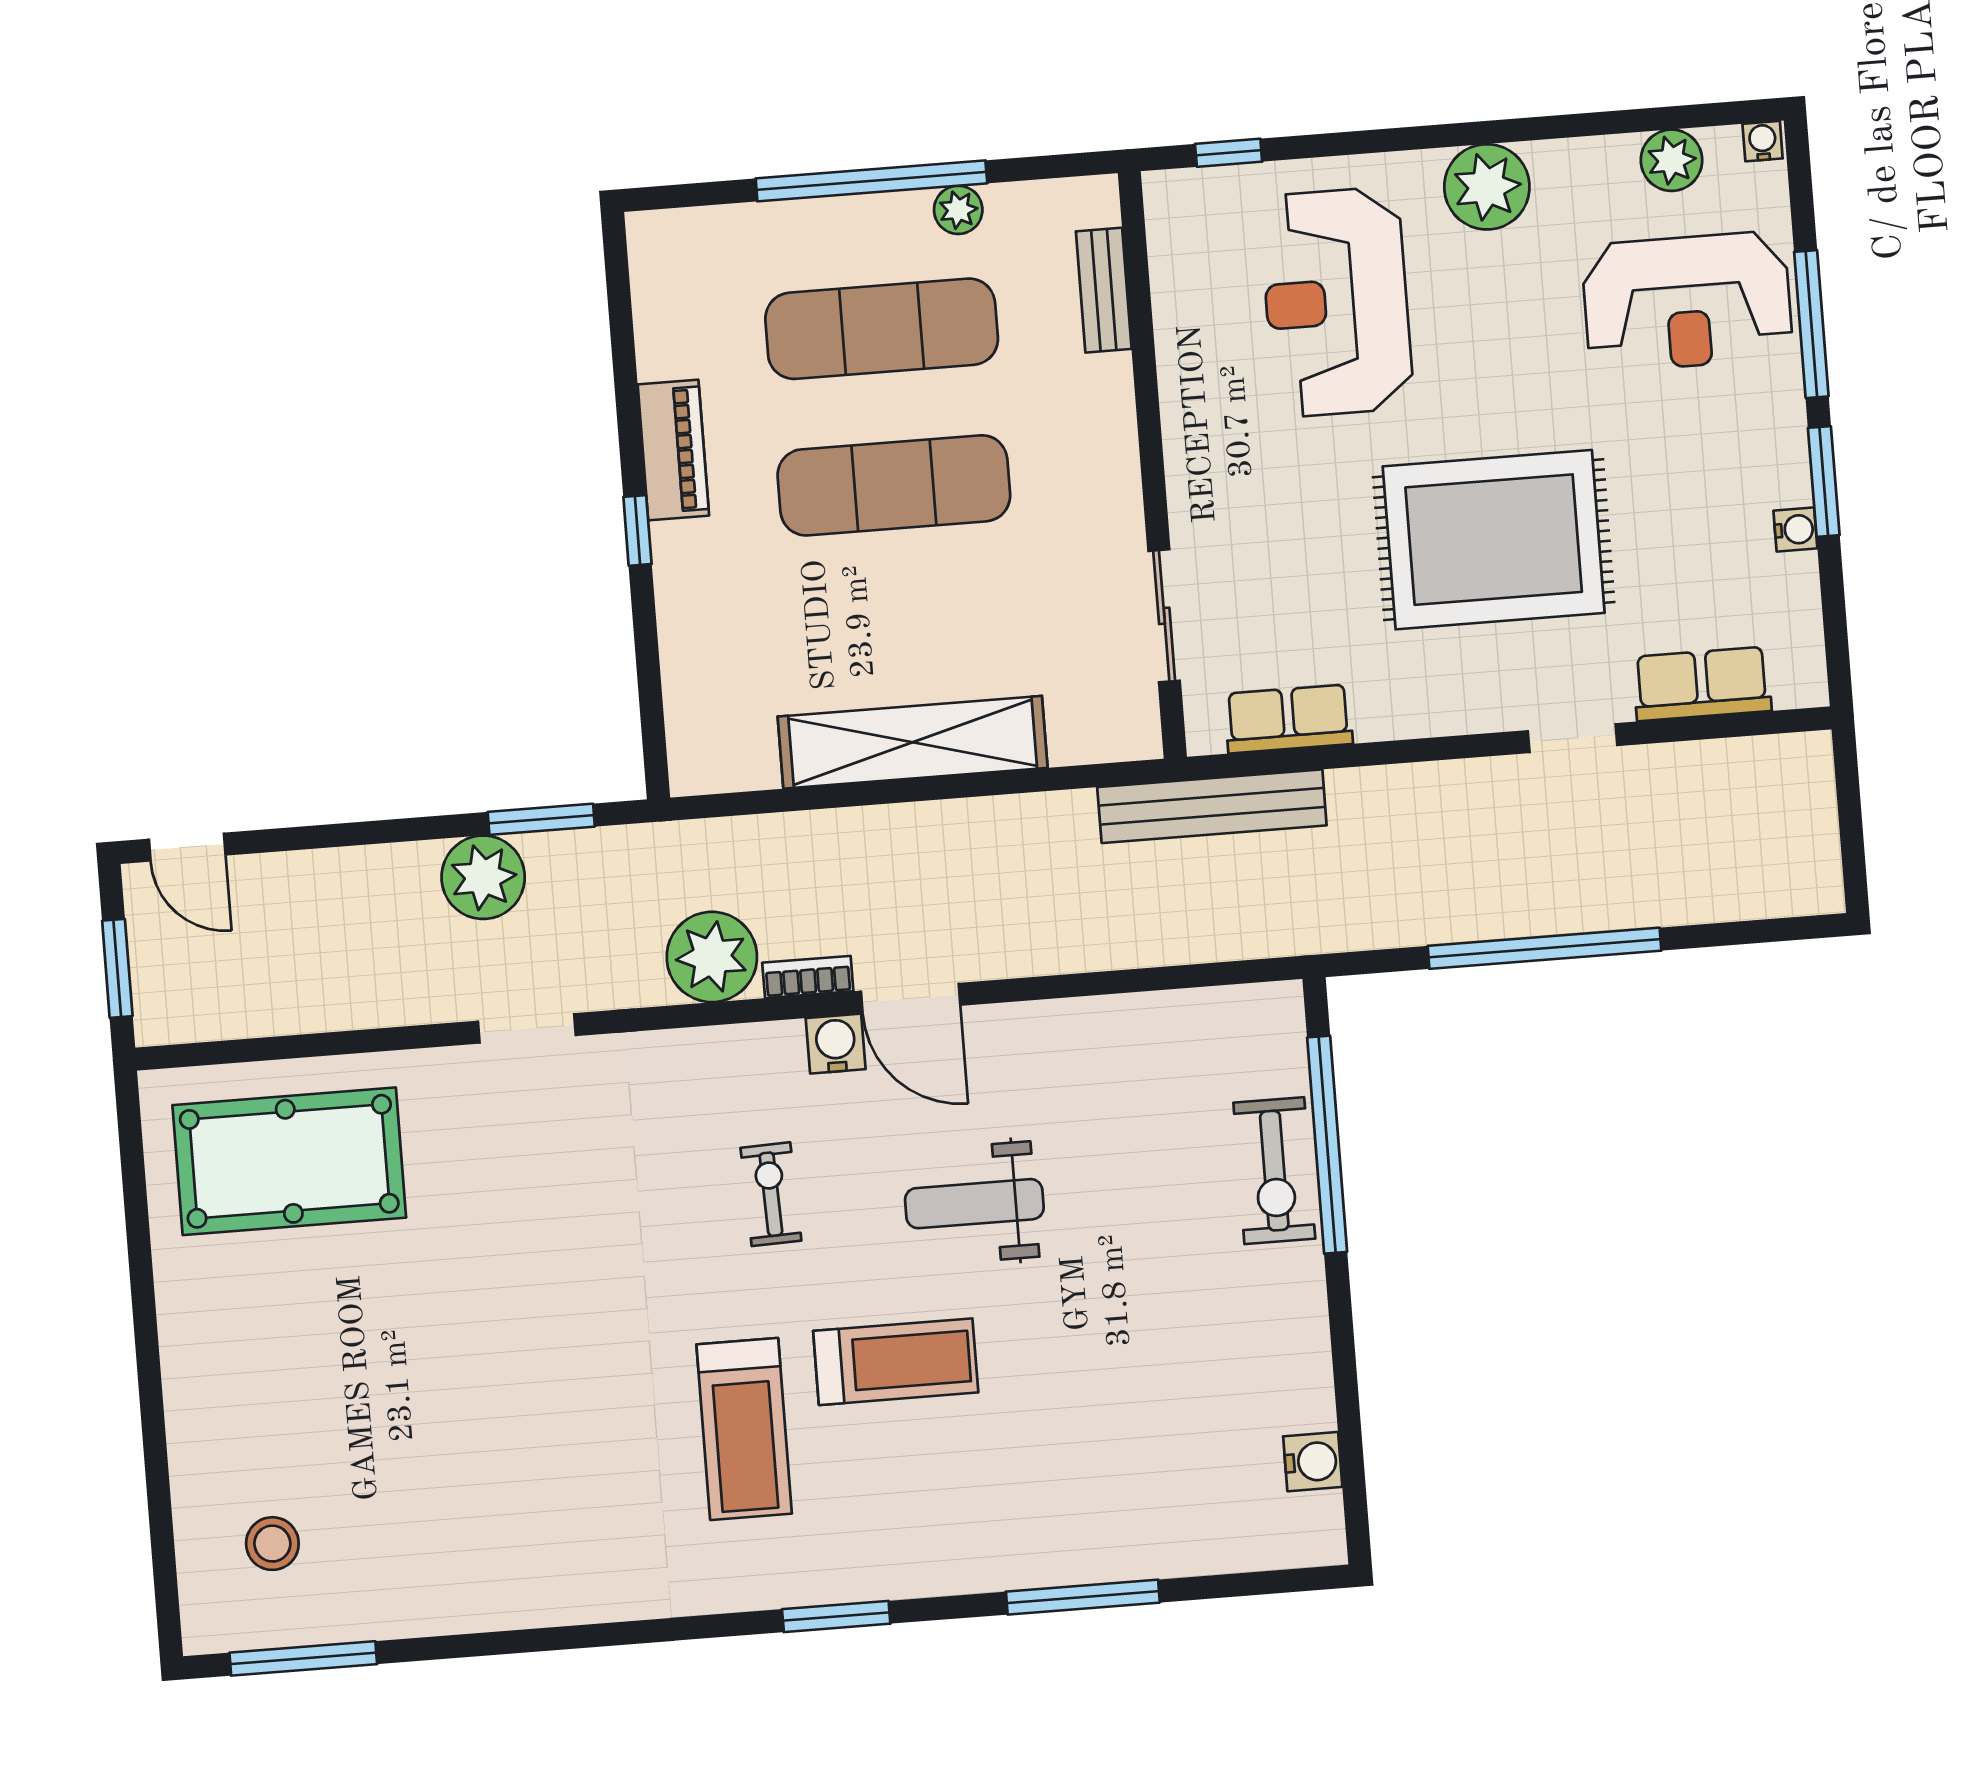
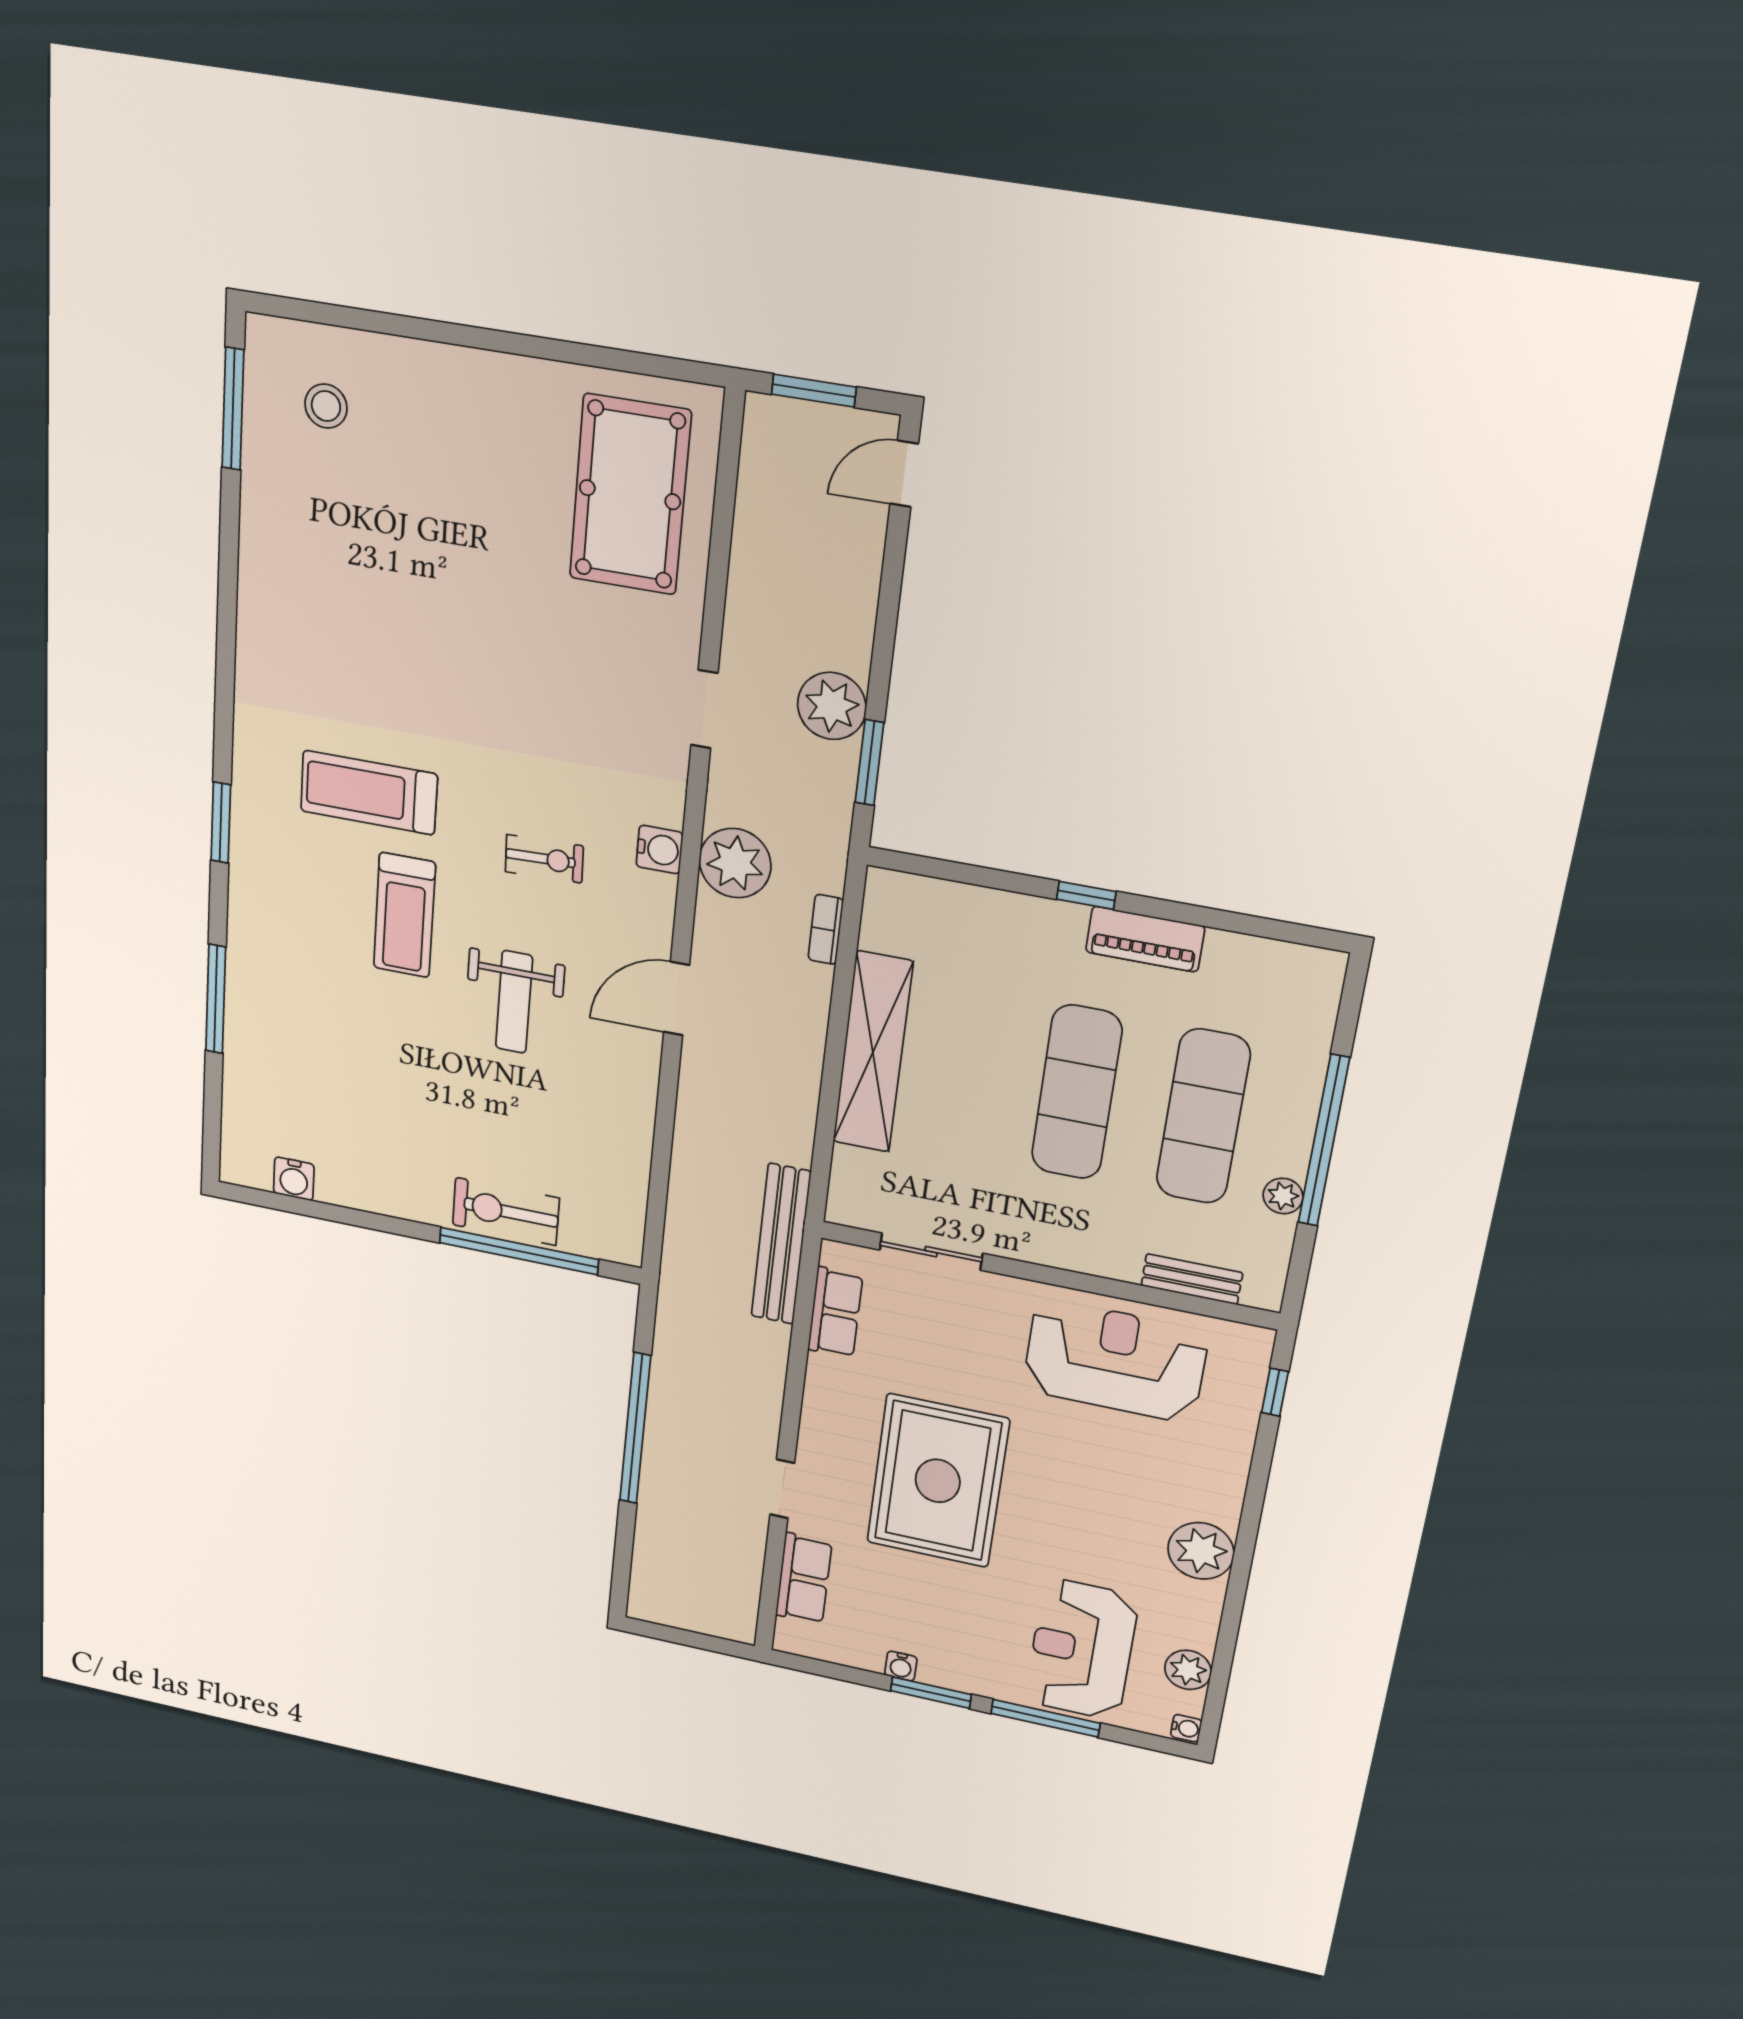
reception desk: (1336, 302) -> (1115, 1361), moved
bookcase: (808, 977) -> (826, 929), moved, turned 180
water cooler: (836, 1044) -> (659, 849), moved
weight bench: (974, 1204) -> (514, 1002), turned 180

